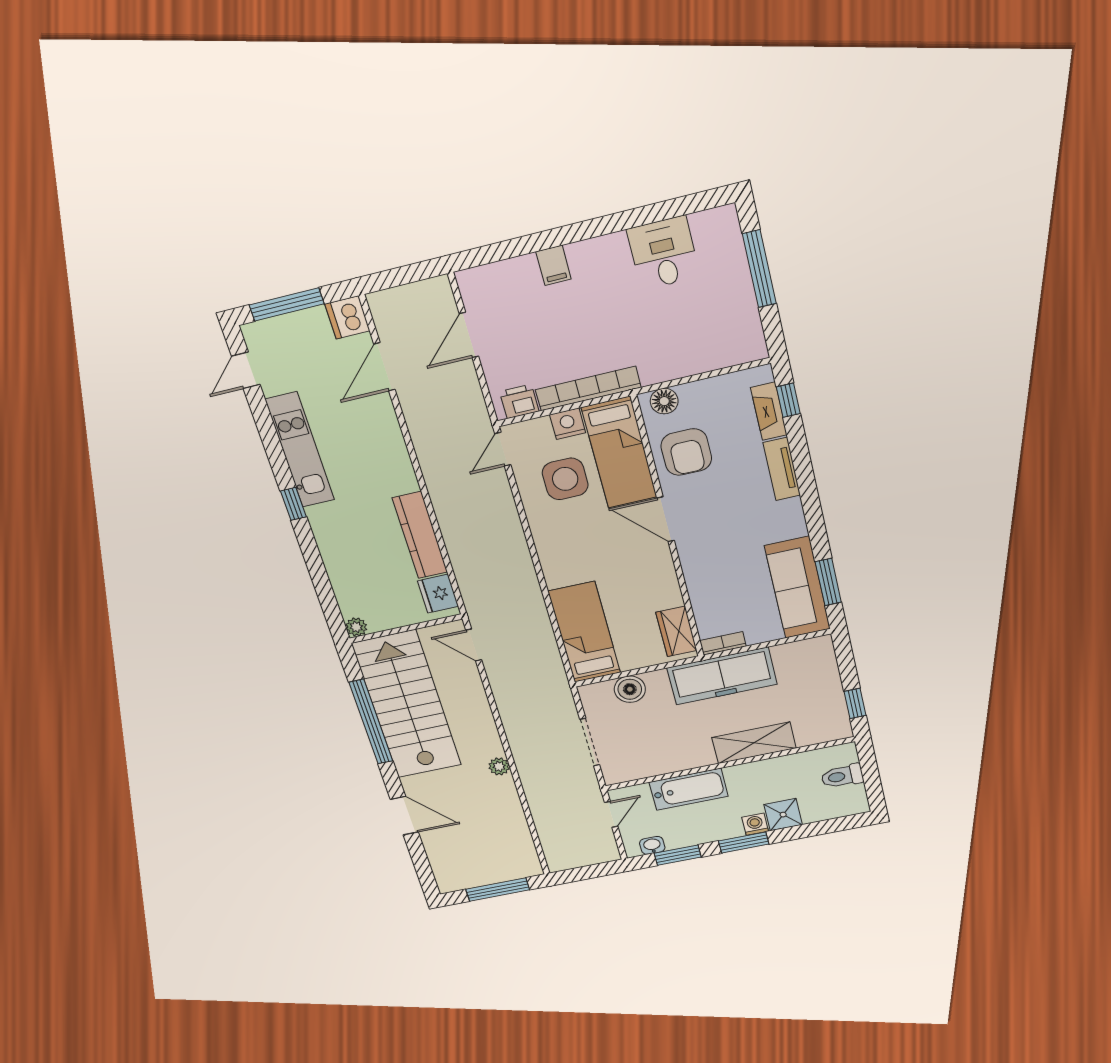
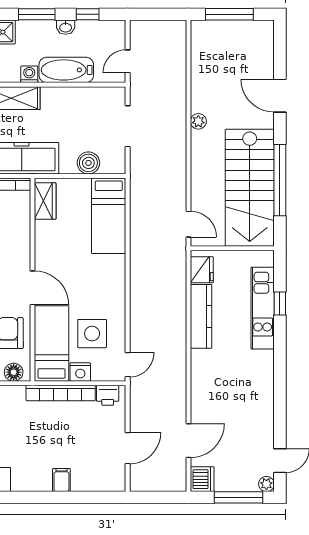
kitchen unit: (300, 450) -> (263, 308), moved
window: (293, 504) -> (280, 304), moved
plant: (356, 627) -> (266, 484), moved
washing machine: (755, 824) -> (29, 74), moved, turned 180
washbasin: (652, 845) -> (66, 27), moved
window: (678, 855) -> (88, 14), width x0.67

